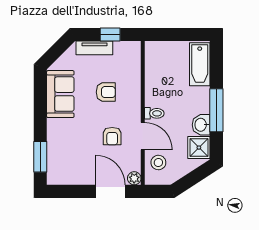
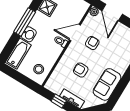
washbasin: (201, 125) -> (29, 34), moved
door: (143, 136) -> (75, 32), hinge flipped
stool: (158, 163) -> (39, 69), moved

